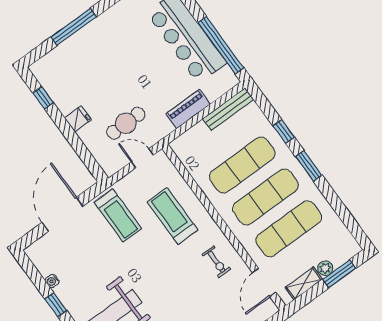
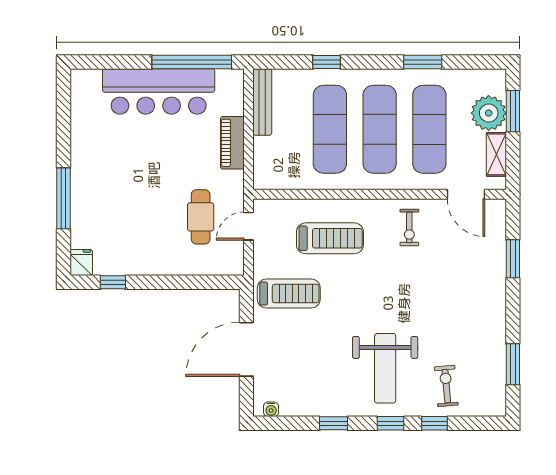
fridge: (78, 119) -> (81, 262), moved
window: (309, 166) -> (423, 62), moved
door: (62, 214) -> (246, 349), hinge flipped
treadmill: (172, 216) -> (330, 238), turned 180
exercise bike: (216, 262) -> (409, 227), turned 90
plant: (325, 268) -> (489, 113), width x1.87, depth x1.87
water cooler: (52, 281) -> (271, 409), moved

